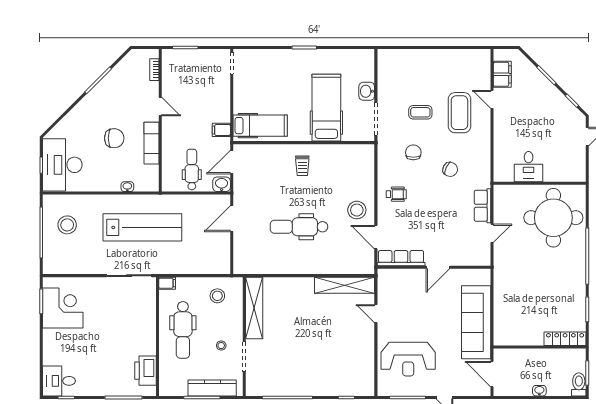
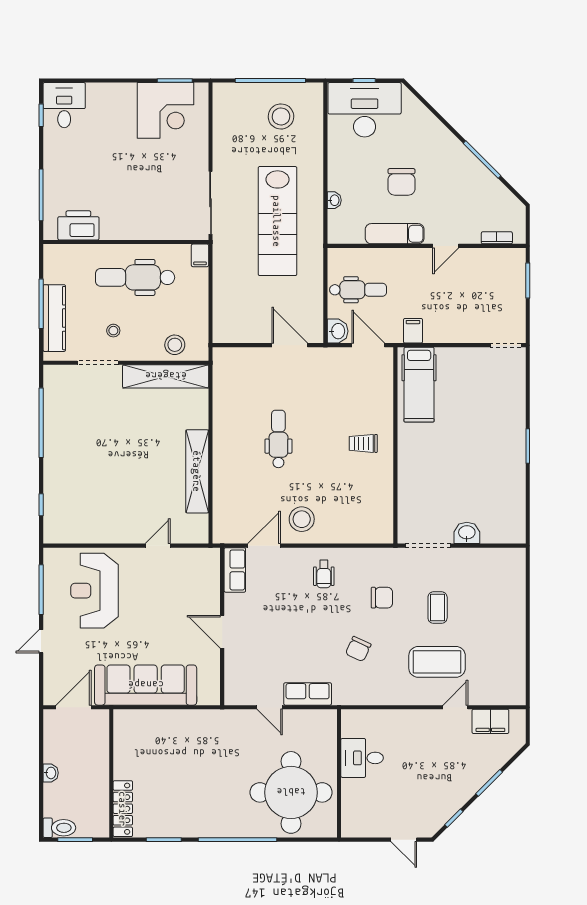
hospital bed: (326, 108) -> (444, 477), removed
dental chair: (299, 227) -> (278, 439), width x0.73, depth x0.72
row of seats: (401, 258) -> (235, 570), width x0.68
shelving: (345, 285) -> (197, 471), moved
stool: (217, 296) -> (175, 345), moved

